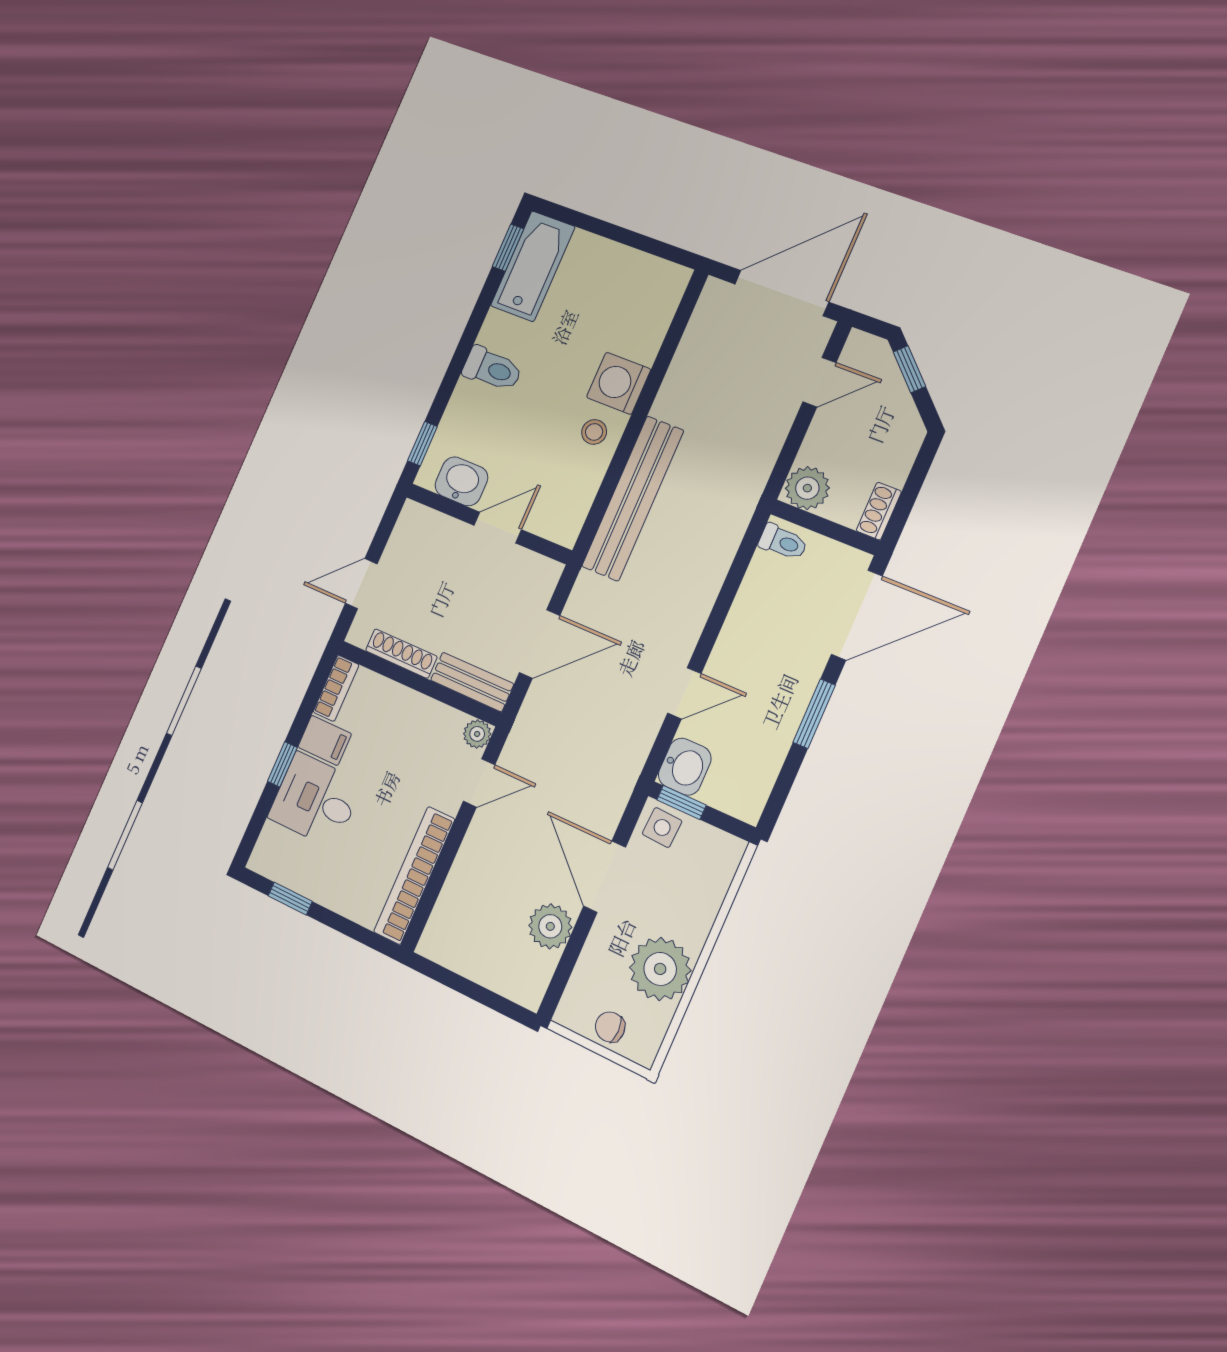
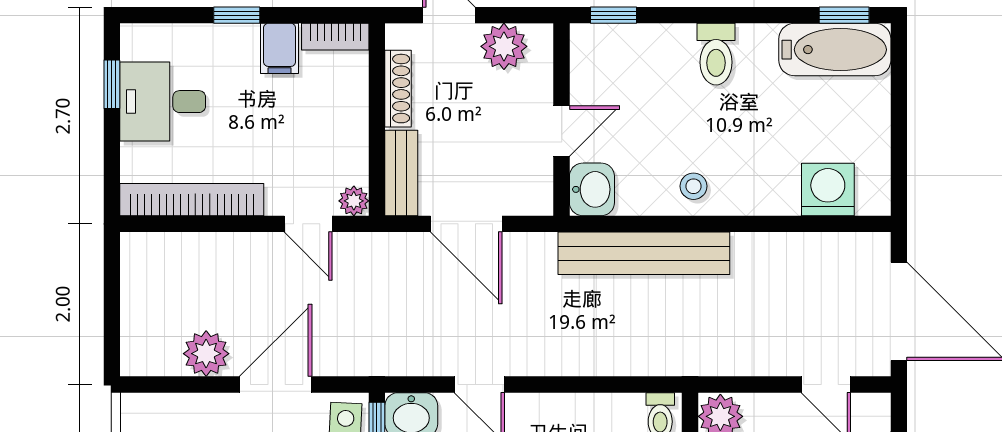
washing machine: (619, 383) -> (828, 190), moved
washbasin: (461, 481) -> (592, 189), moved
door: (498, 527) -> (562, 131), hinge flipped
plant: (407, 548) -> (504, 46), added
desk: (315, 800) -> (163, 102), moved, turned -90

